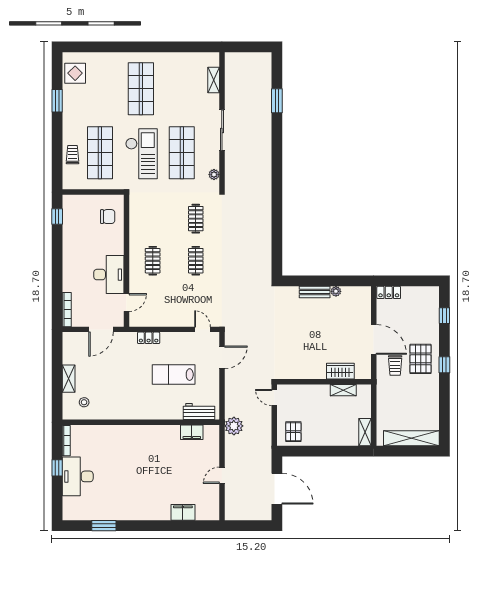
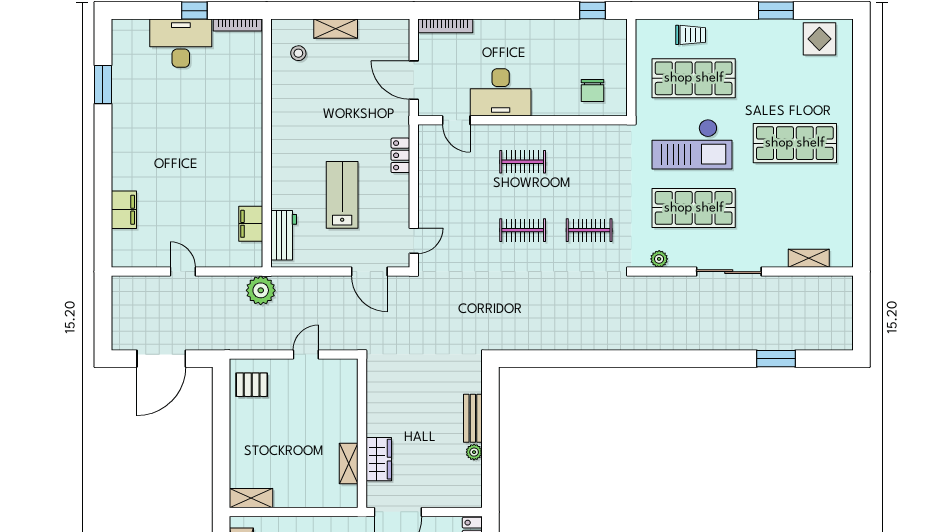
wardrobe: (340, 371) -> (379, 459), moved
wall: (324, 382) -> (362, 433), moved
shelving: (343, 390) -> (349, 464), moved

